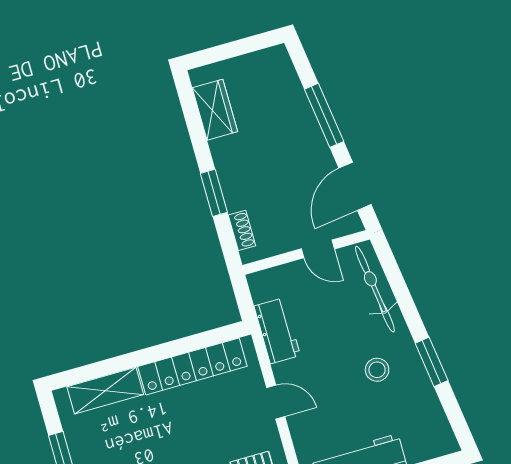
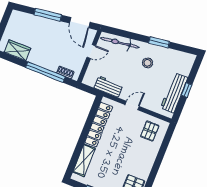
window: (214, 193) -> (45, 72), width x2.11

